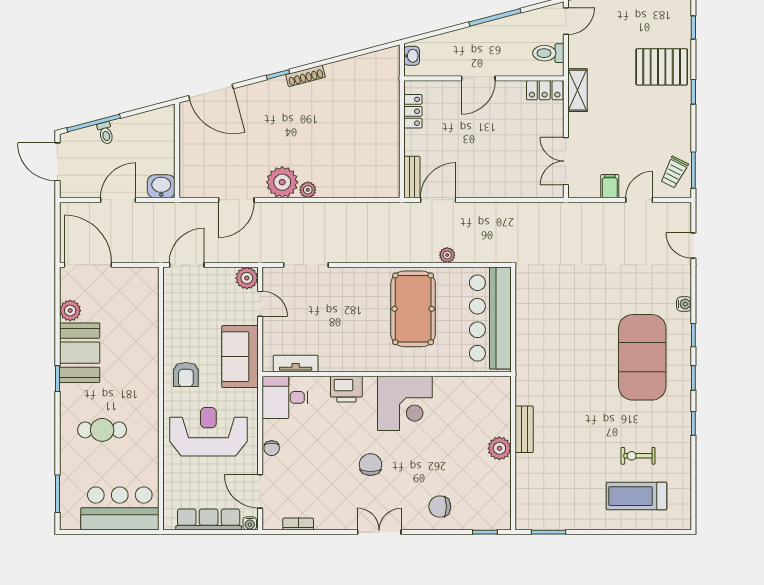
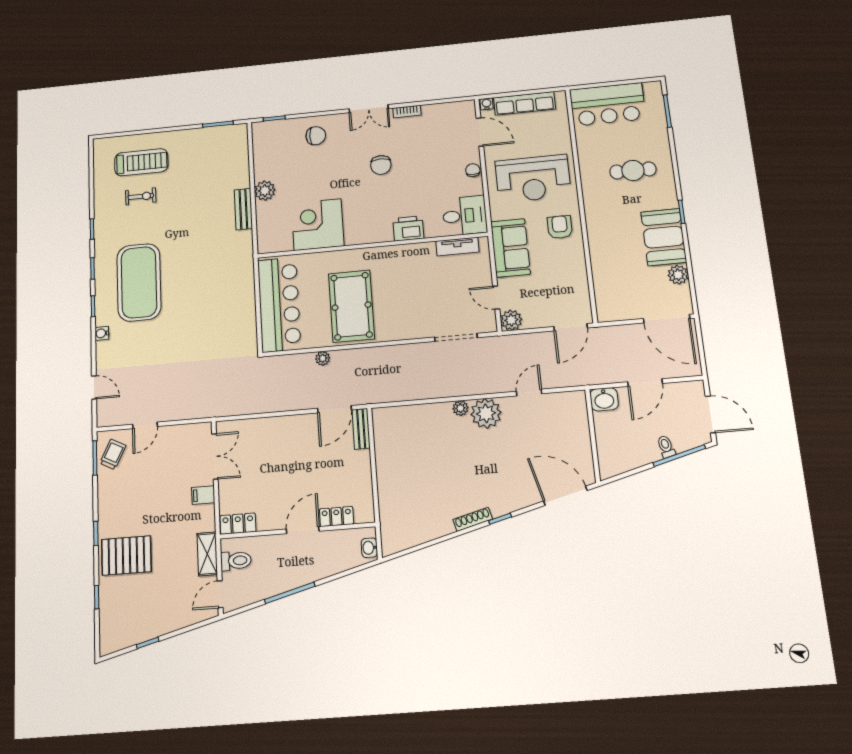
shelving: (578, 90) -> (207, 554), moved
locker: (413, 111) -> (336, 516), moved, turned 90
filing cabinet: (610, 186) -> (203, 495), moved, turned 90
door: (236, 200) -> (529, 393), width x0.73
corner desk: (405, 403) -> (318, 225), moved
bookcase: (298, 524) -> (407, 112), moved

